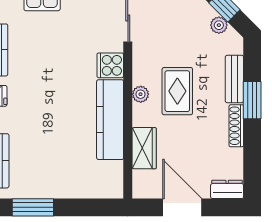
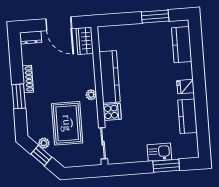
bench: (234, 79) -> (31, 109), removed
rug: (177, 91) -> (67, 123), moved, width x1.36, depth x1.43
wardrobe: (144, 148) -> (85, 41), moved

